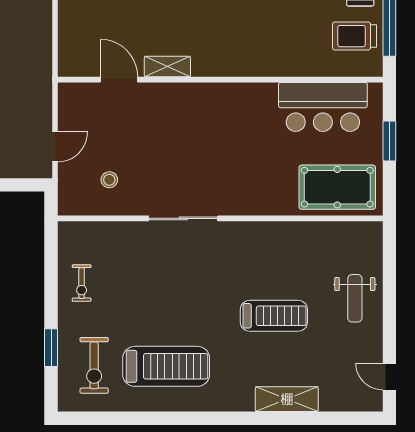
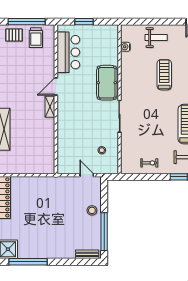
shelving: (167, 67) -> (50, 107), moved
door: (119, 80) -> (56, 86), moved
pool table: (337, 187) -> (107, 83), moved
water cooler: (335, 231) -> (125, 47), added

